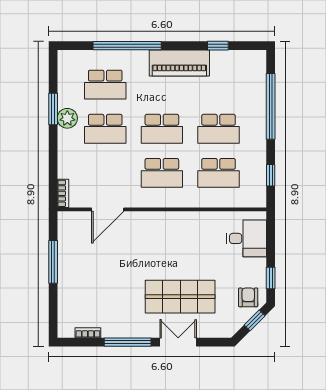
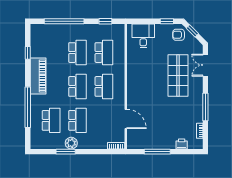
printer: (66, 303) -> (182, 144), added
double door: (178, 342) -> (205, 65), moved

